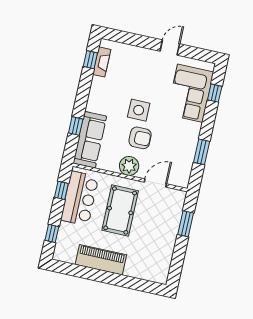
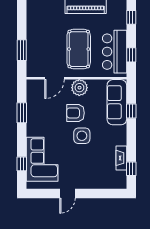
fireplace: (102, 62) -> (121, 158), moved

